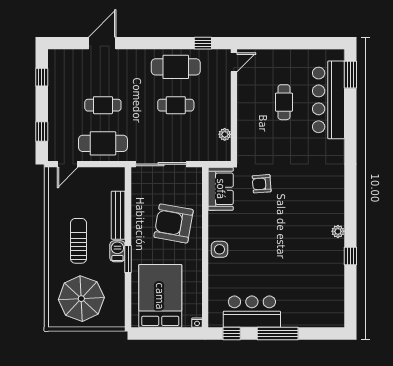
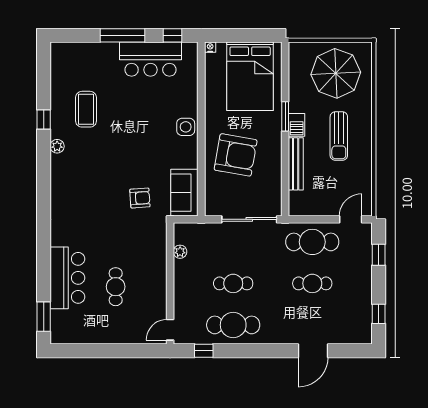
bar counter: (328, 100) -> (67, 278), width x0.73
coffee table: (311, 266) -> (86, 109), added

